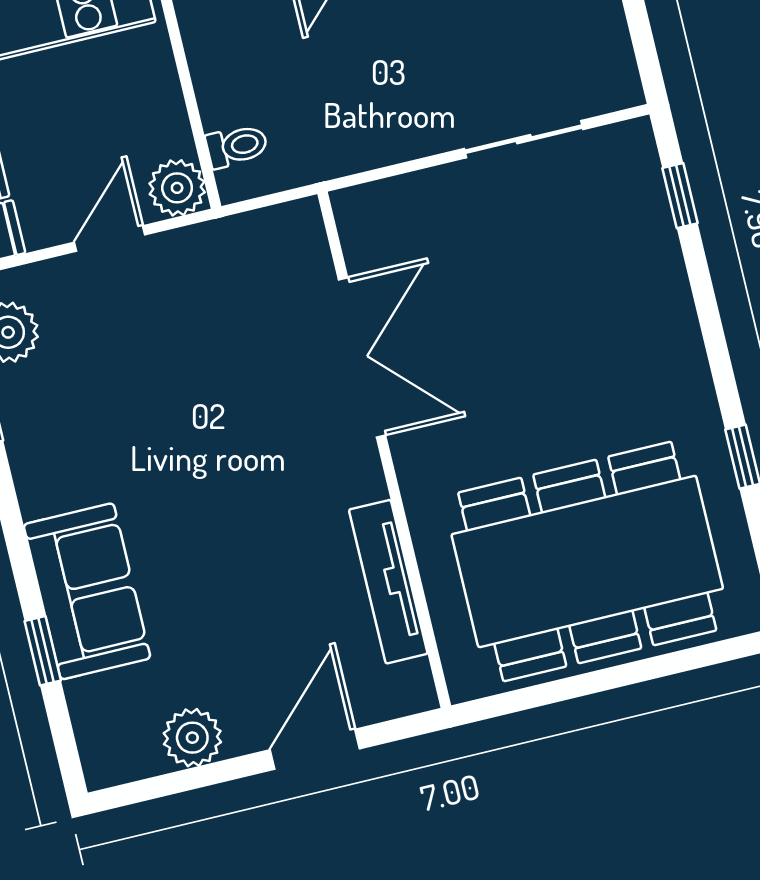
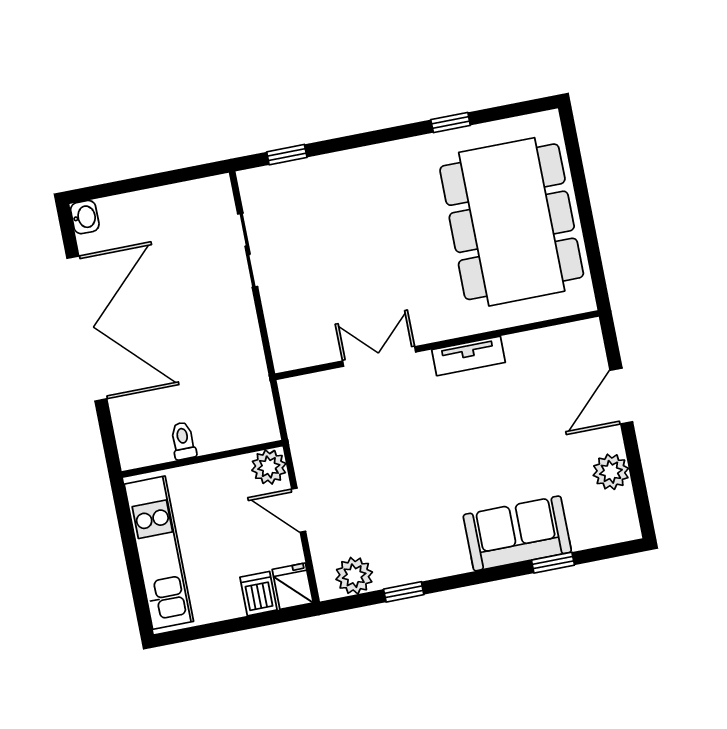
toilet: (237, 146) -> (183, 441), moved
double door: (362, 357) -> (379, 356), width x0.73
tv unit: (388, 582) -> (469, 356), moved, width x0.71
door: (315, 749) -> (621, 396), hinge flipped

